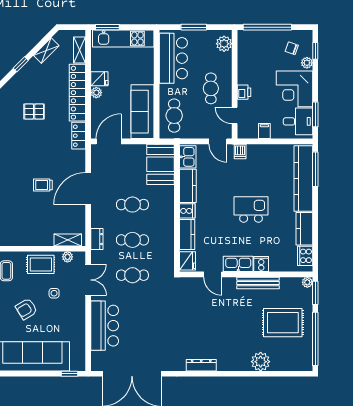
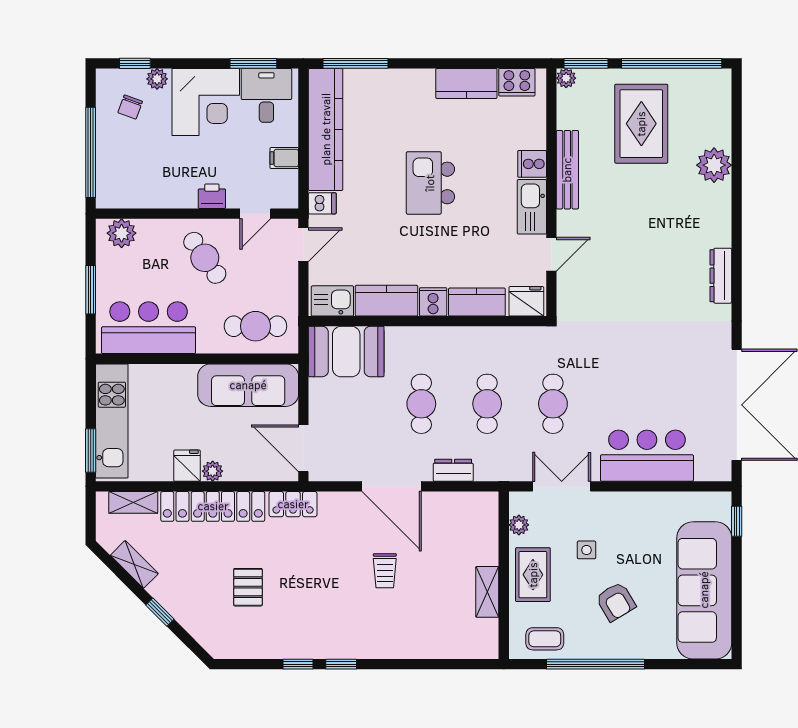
cafe table: (211, 88) -> (205, 258), turned 55
kitchen counter: (303, 179) -> (326, 129), moved, turned -90
dresser: (97, 239) -> (453, 470), moved
shelving: (68, 240) -> (487, 592), moved

